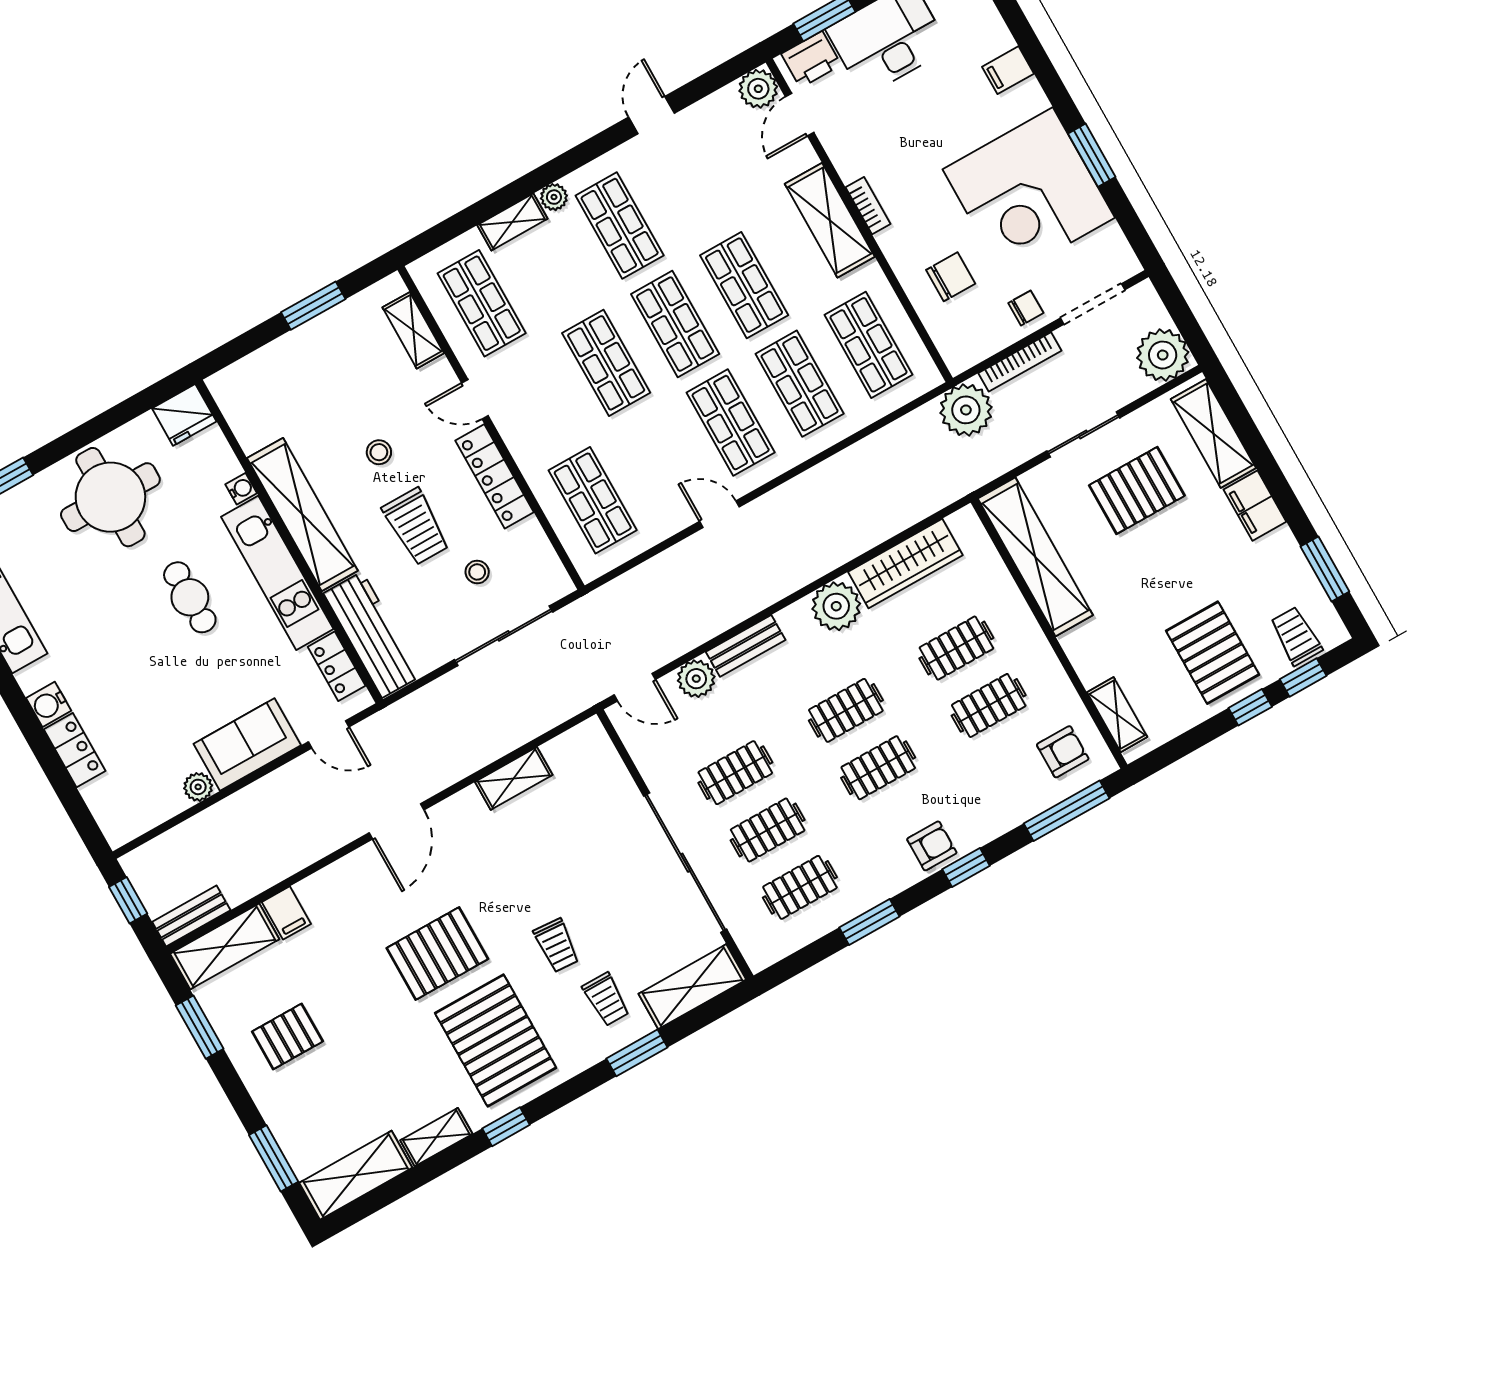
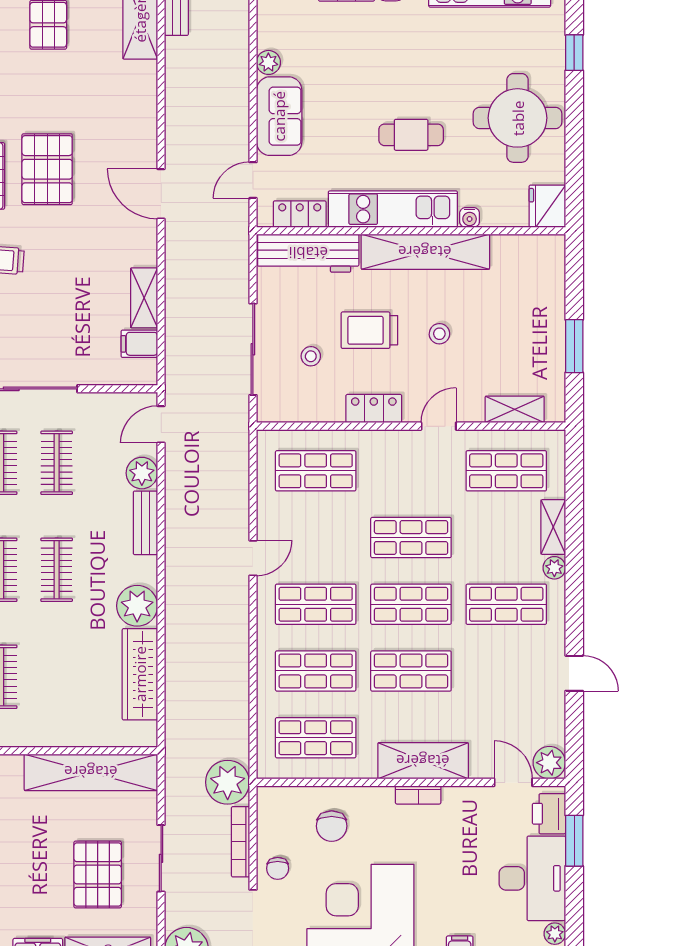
locker: (495, 476) -> (374, 409), width x0.66
clothes rail: (956, 648) -> (57, 677), removed
filing cabinet: (286, 913) -> (139, 344), moved

